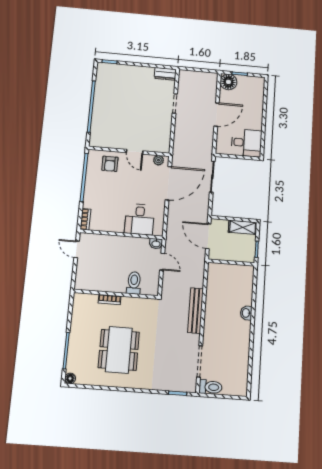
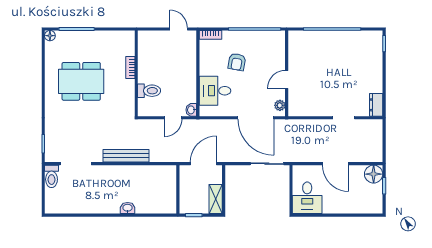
armchair: (110, 164) -> (237, 62), moved, turned -80
door: (77, 249) -> (179, 29), hinge flipped

